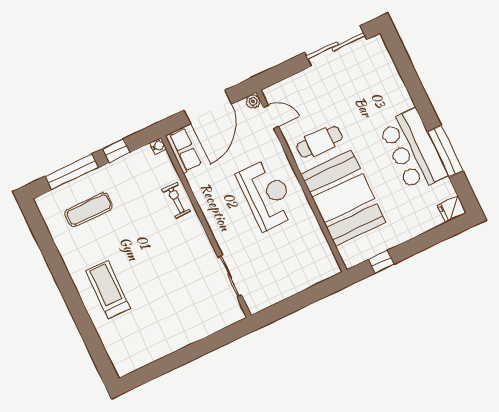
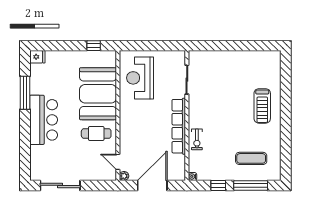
row of seats: (183, 150) -> (179, 126), moved, width x2.02
bar counter: (413, 150) -> (44, 120), moved
reception desk: (267, 195) -> (140, 78), moved

